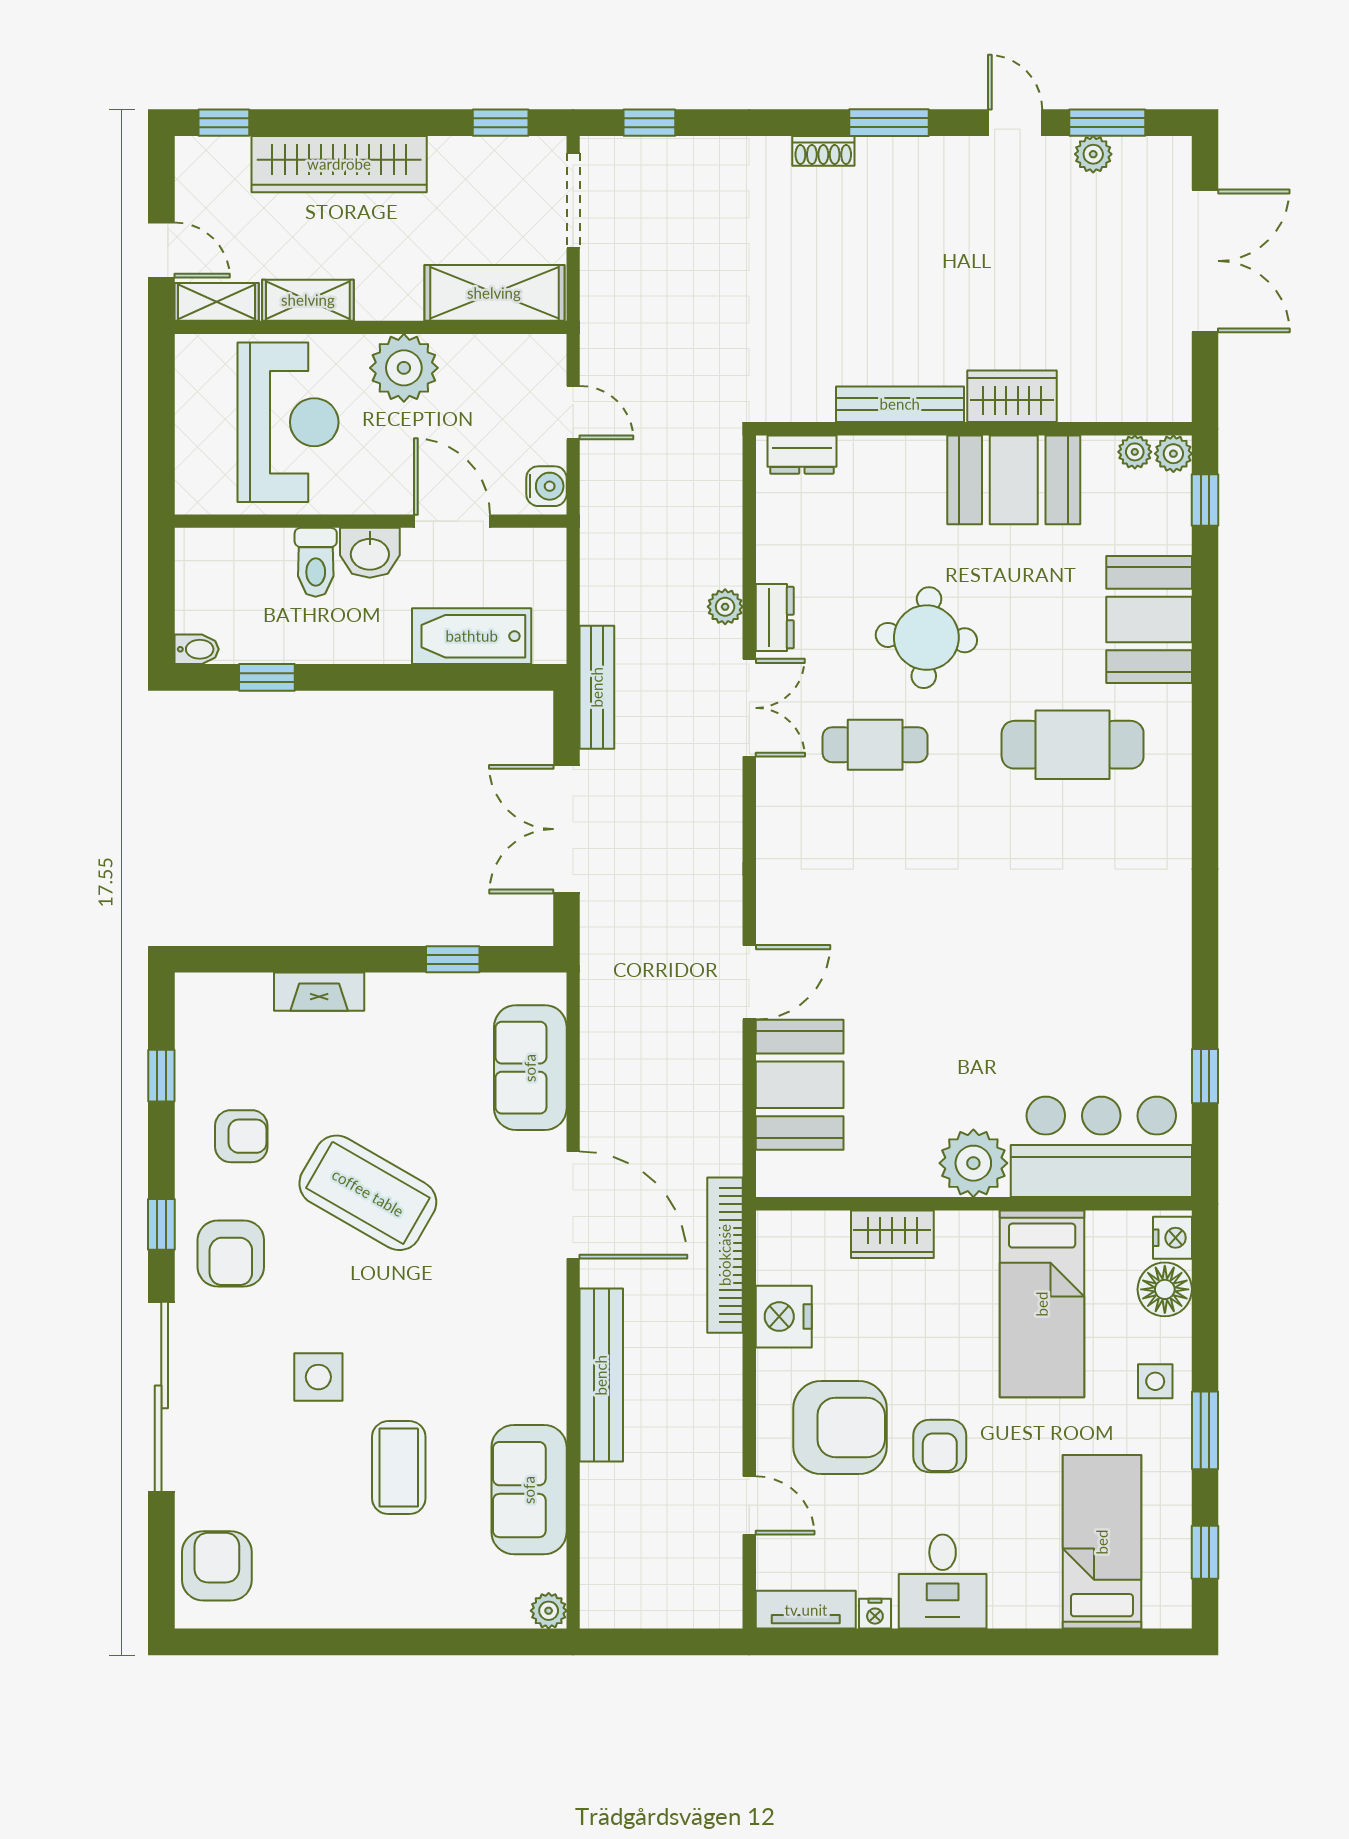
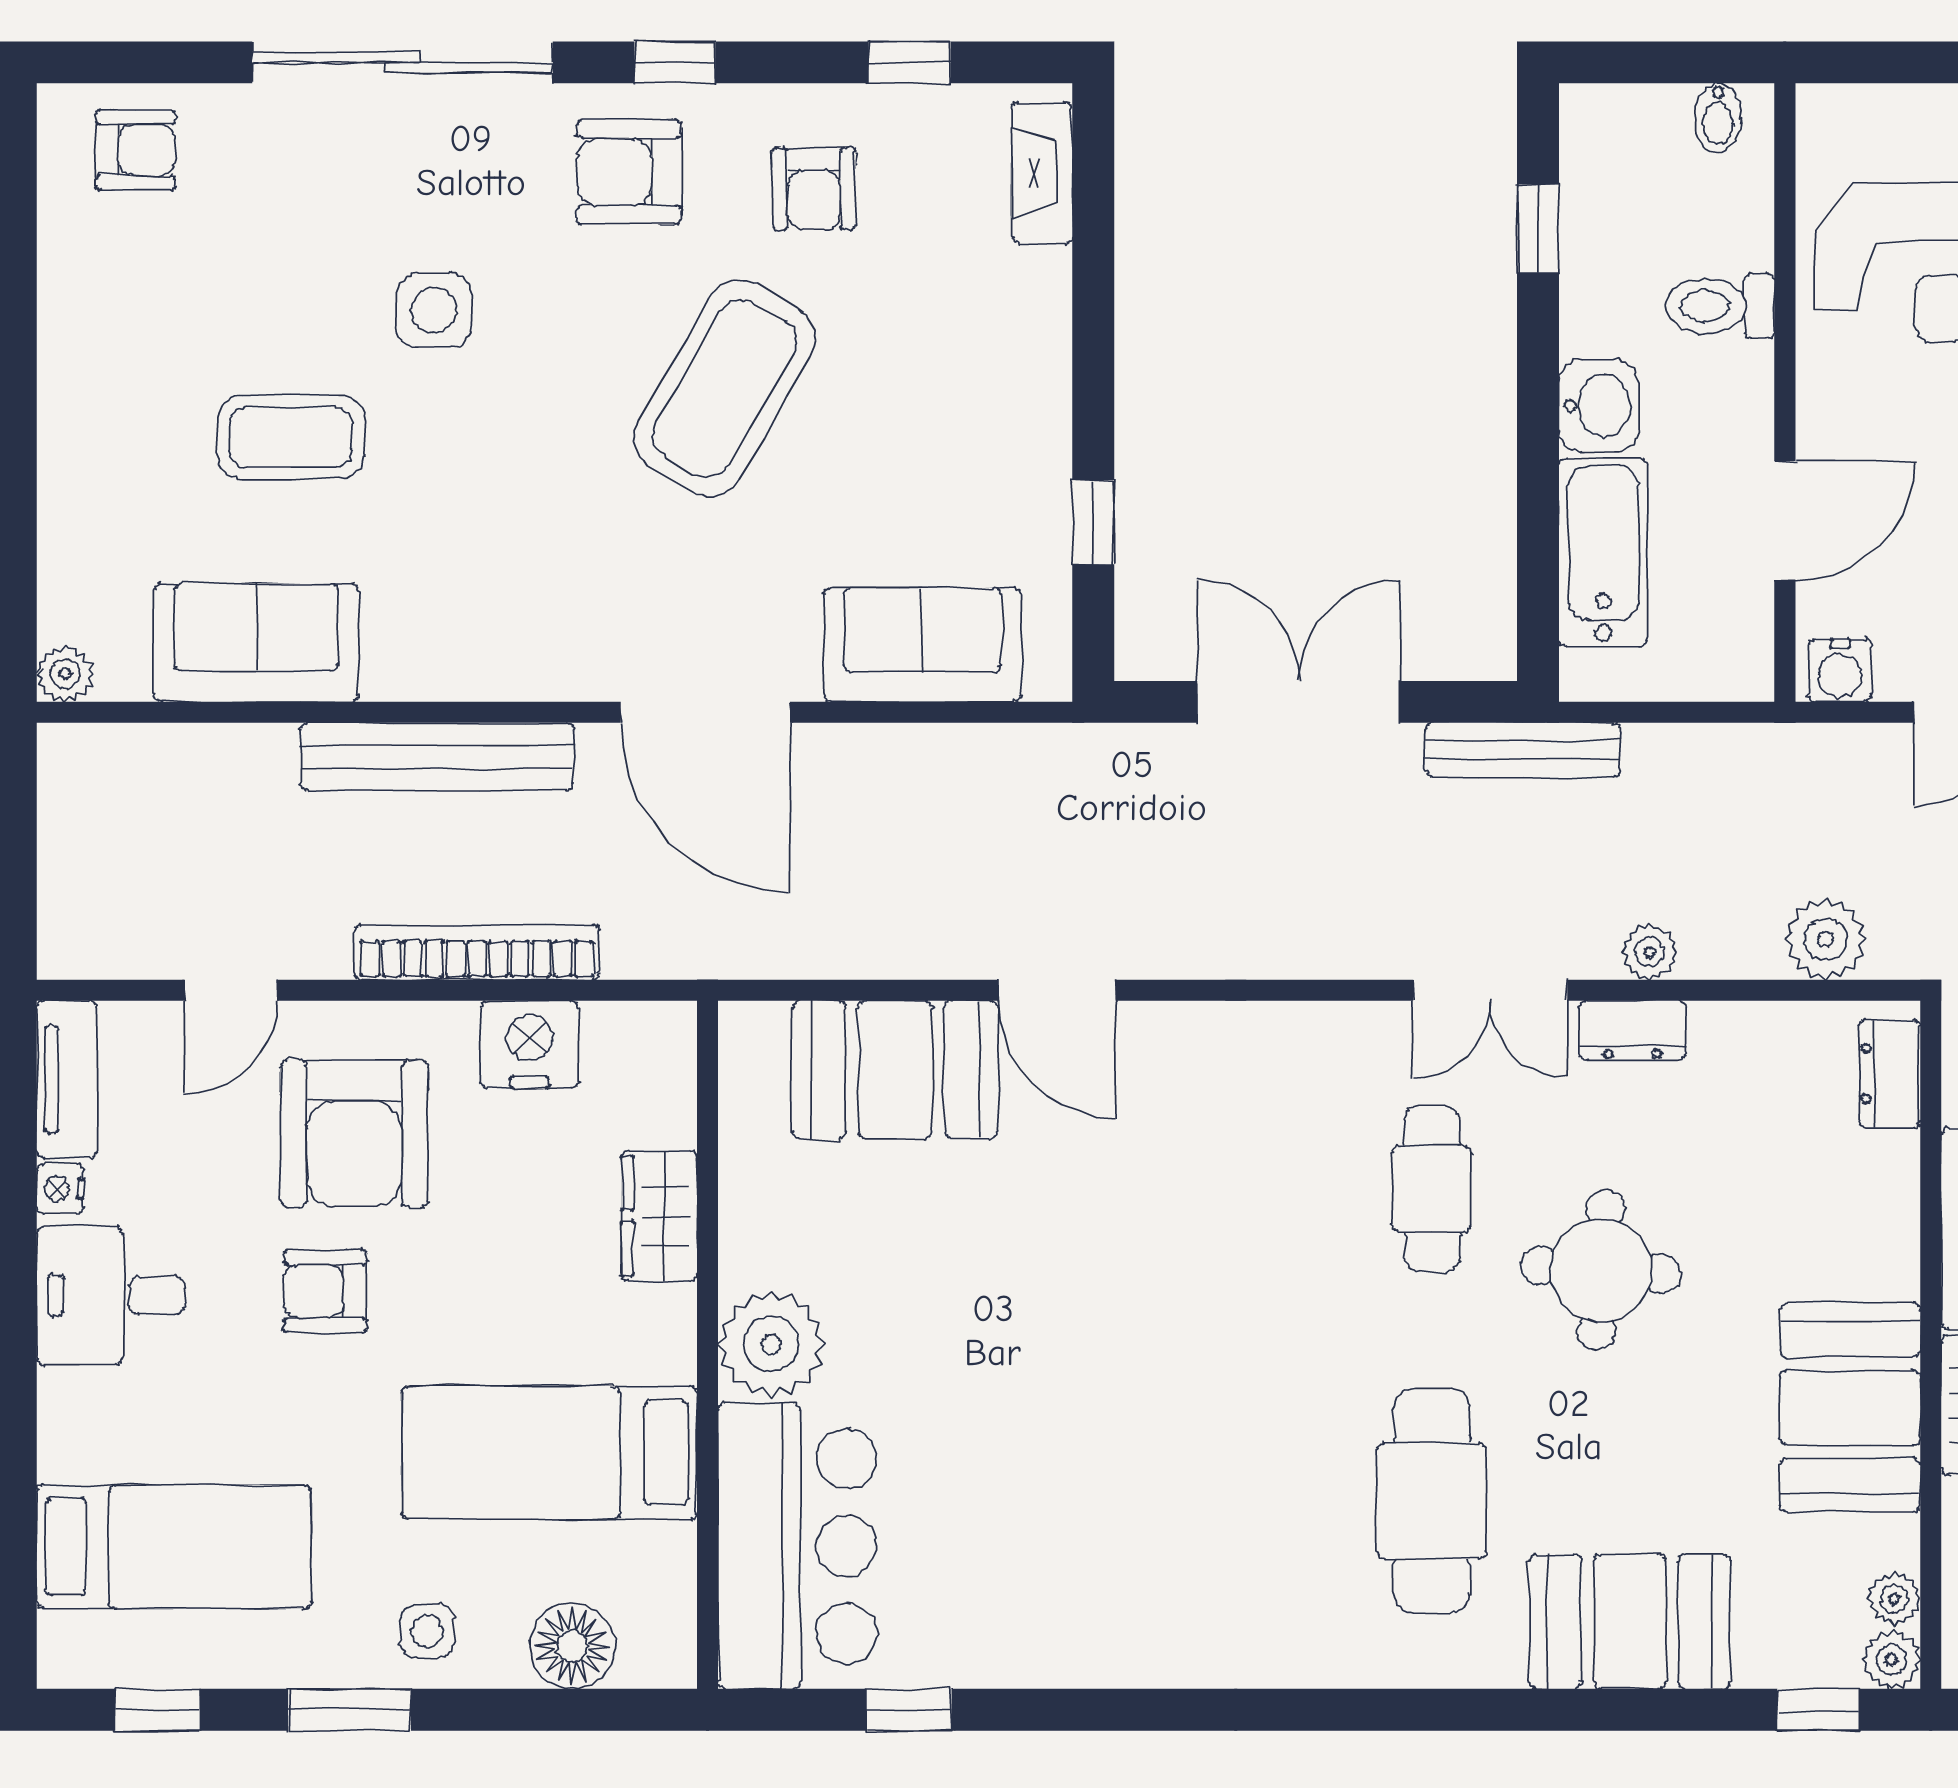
plant: (717, 495) -> (1826, 939), added
washbasin: (370, 553) -> (1599, 406), moved, turned 180
bidet: (197, 649) -> (1718, 118), moved
fireplace: (319, 992) -> (1042, 173), moved
door: (573, 1205) -> (705, 712), hinge flipped
nightstand: (1172, 1238) -> (654, 1658), removed
bookcase: (725, 1255) -> (477, 952), moved
armchair: (217, 1566) -> (136, 150), width x0.72, depth x0.72

